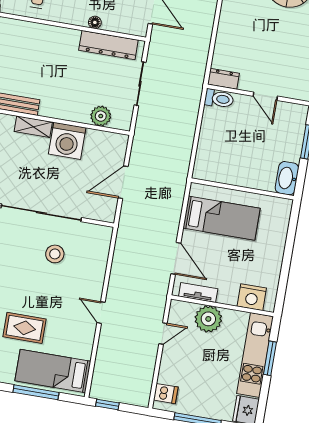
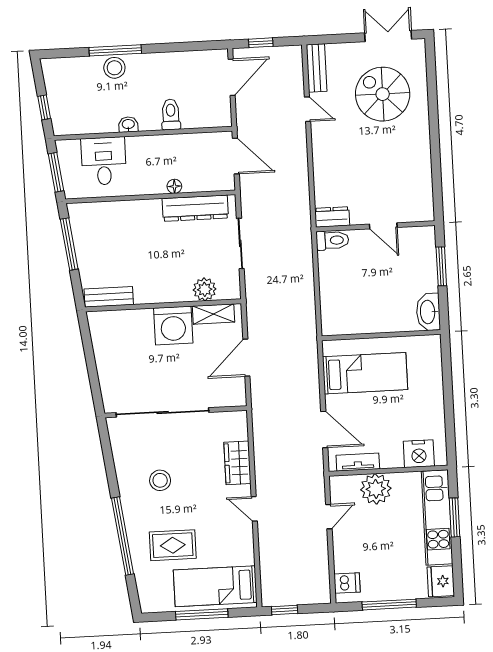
shelving: (33, 127) -> (214, 314), moved
stool: (55, 254) -> (160, 480), moved
wardrobe: (95, 270) -> (237, 463), added

